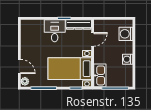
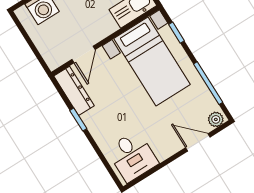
desk: (55, 31) -> (132, 156), moved, turned -90
door: (93, 39) -> (84, 54), swing flipped
door: (19, 66) -> (198, 142), hinge flipped

